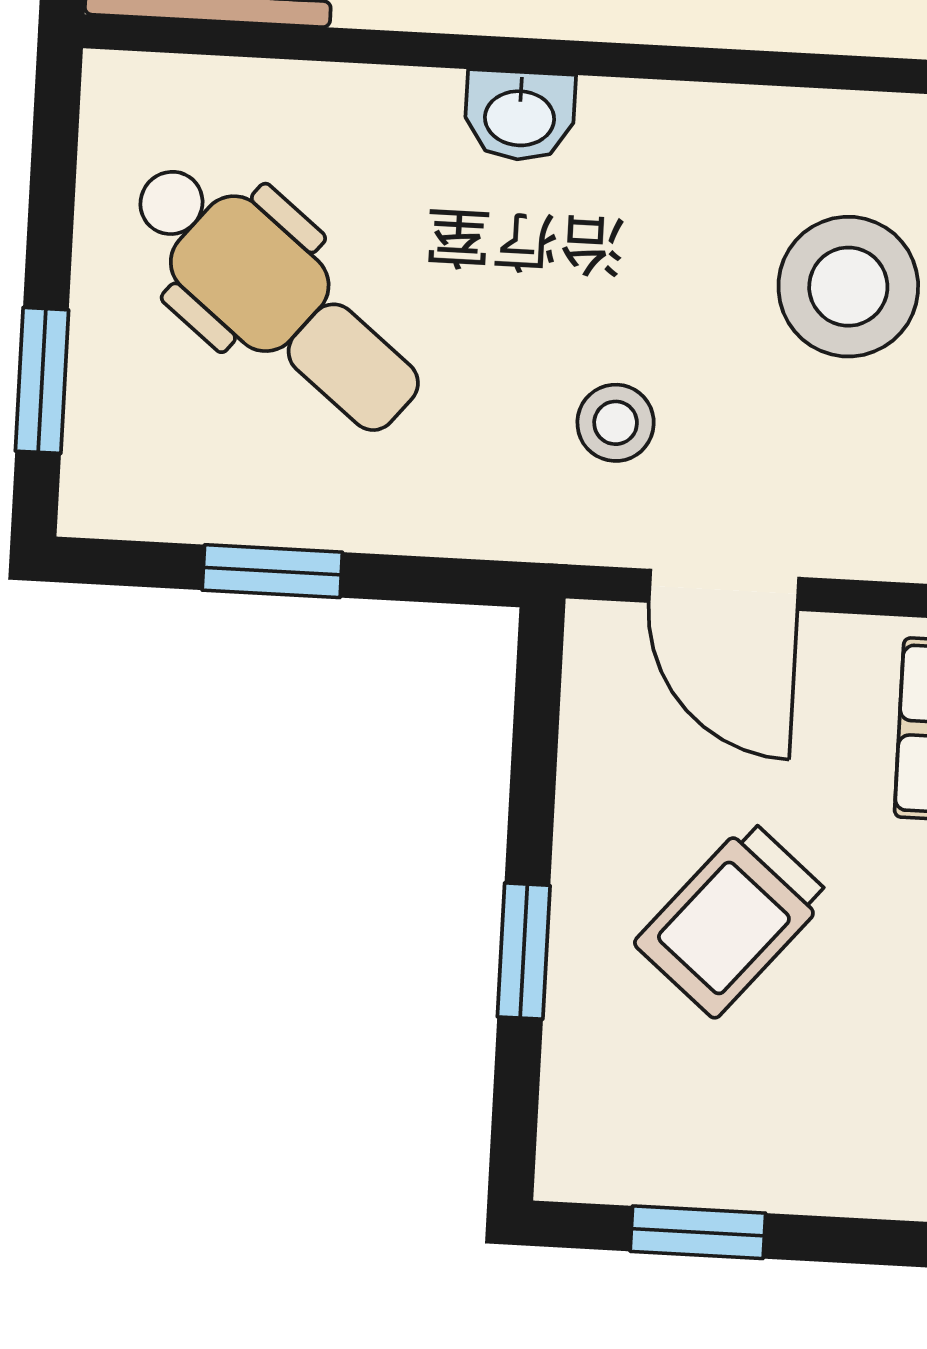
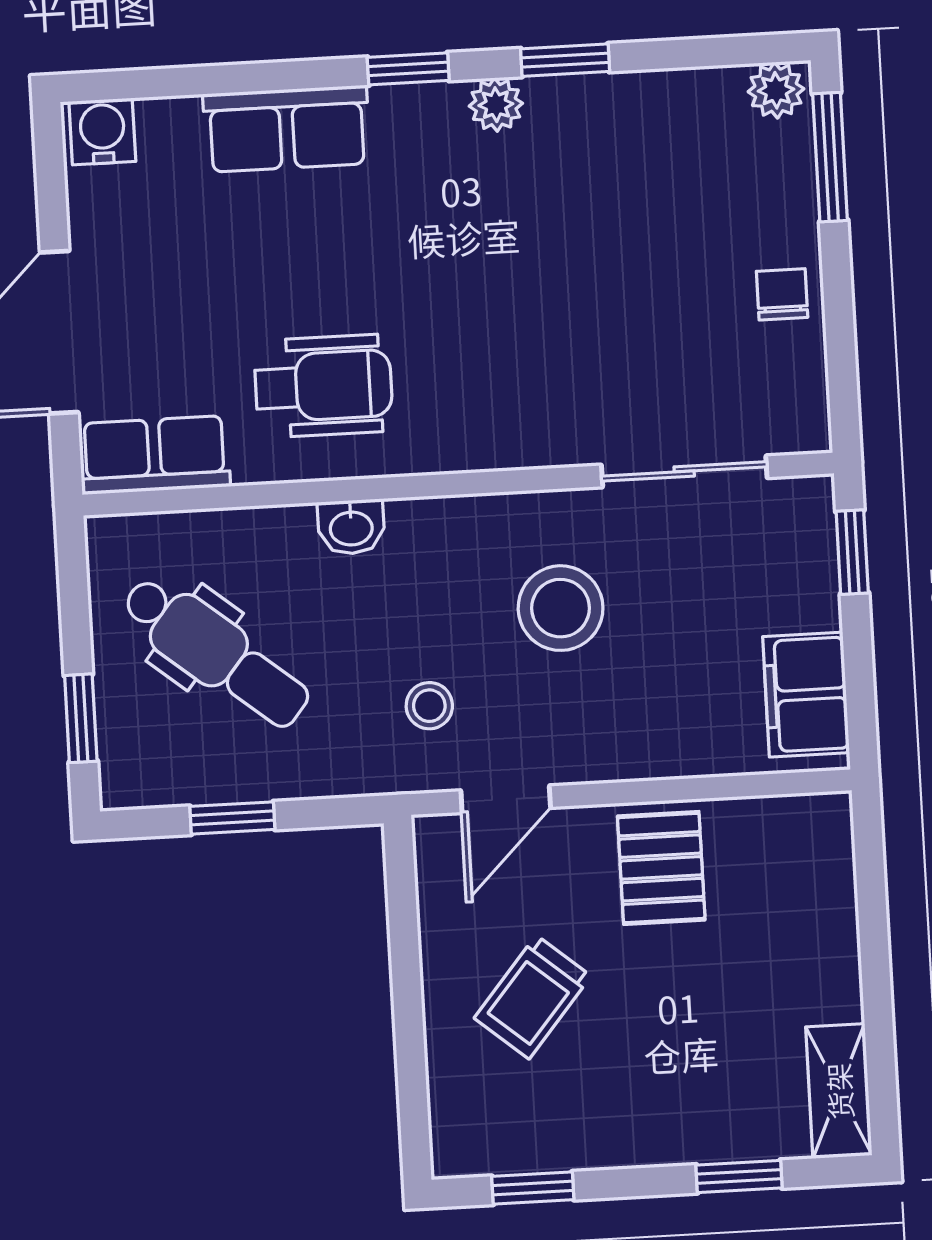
door: (724, 590) -> (506, 799), hinge flipped
window: (524, 951) -> (409, 1030), removed

